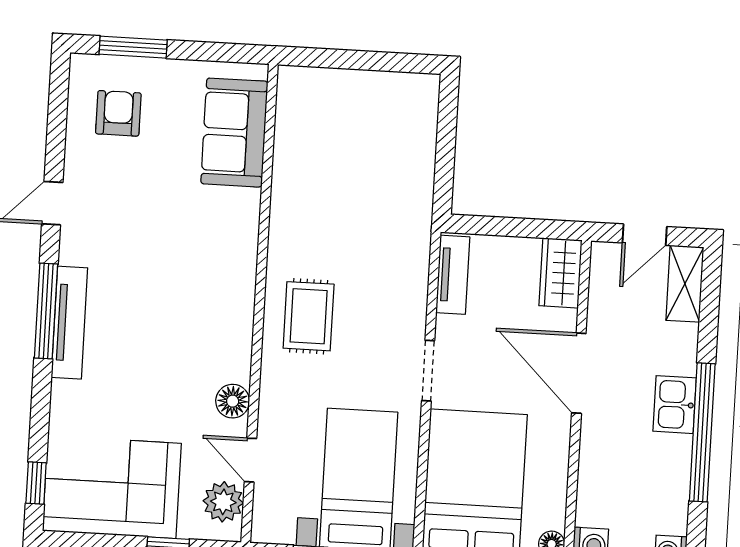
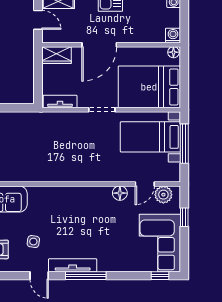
side table: (132, 194) -> (33, 242), added
rug: (309, 316) -> (81, 162), removed
tv unit: (69, 323) -> (73, 265), moved

